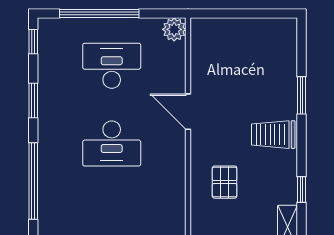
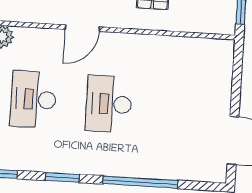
desk: (112, 143) -> (109, 104), turned 180

